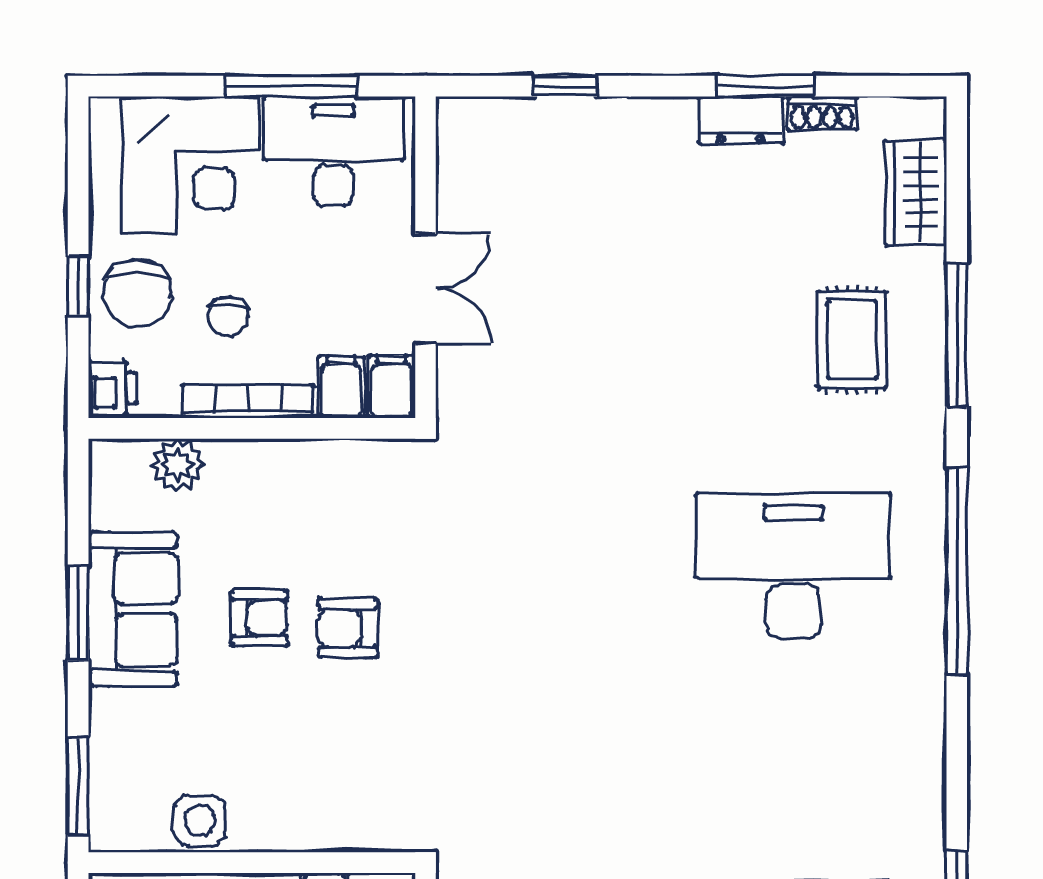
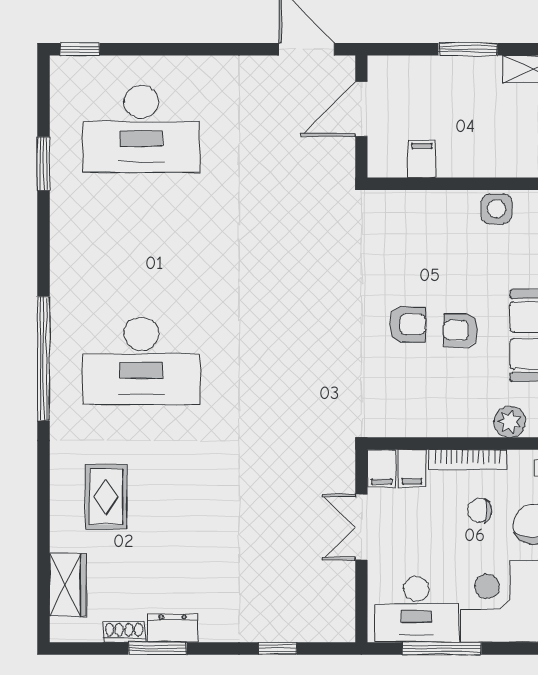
chair: (228, 317) -> (480, 510), turned -90
window: (957, 335) -> (43, 499), removed

